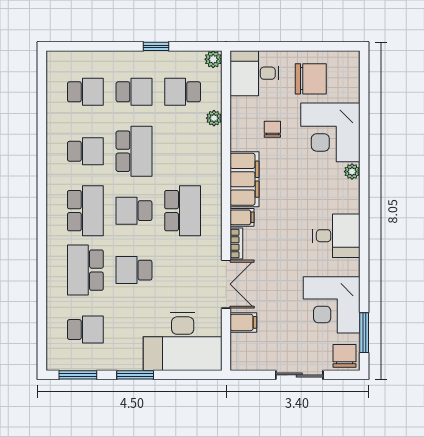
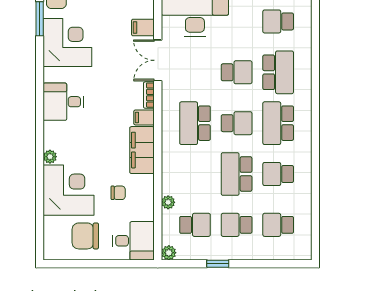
chair: (272, 129) -> (118, 193), turned -90

